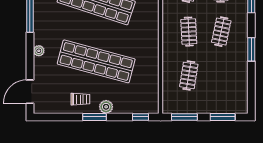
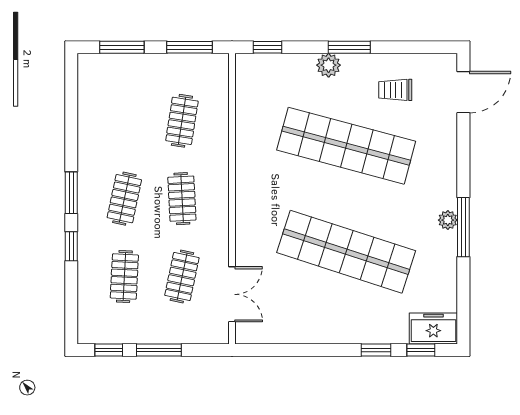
window: (251, 49) -> (71, 193), moved
plant: (39, 51) -> (448, 220), moved
trolley: (80, 99) -> (395, 90), moved

